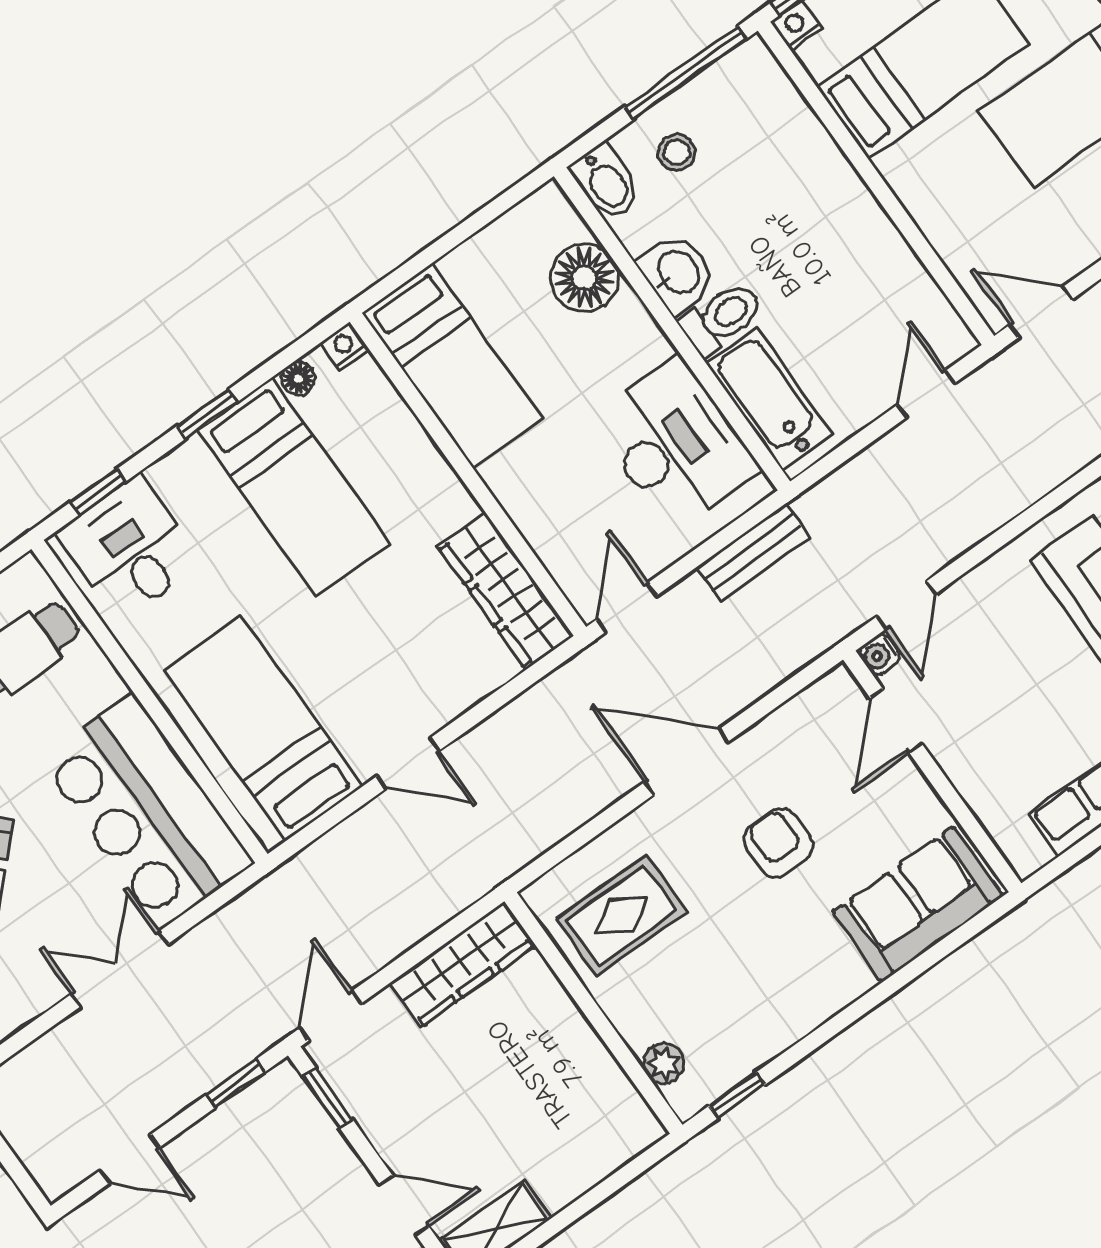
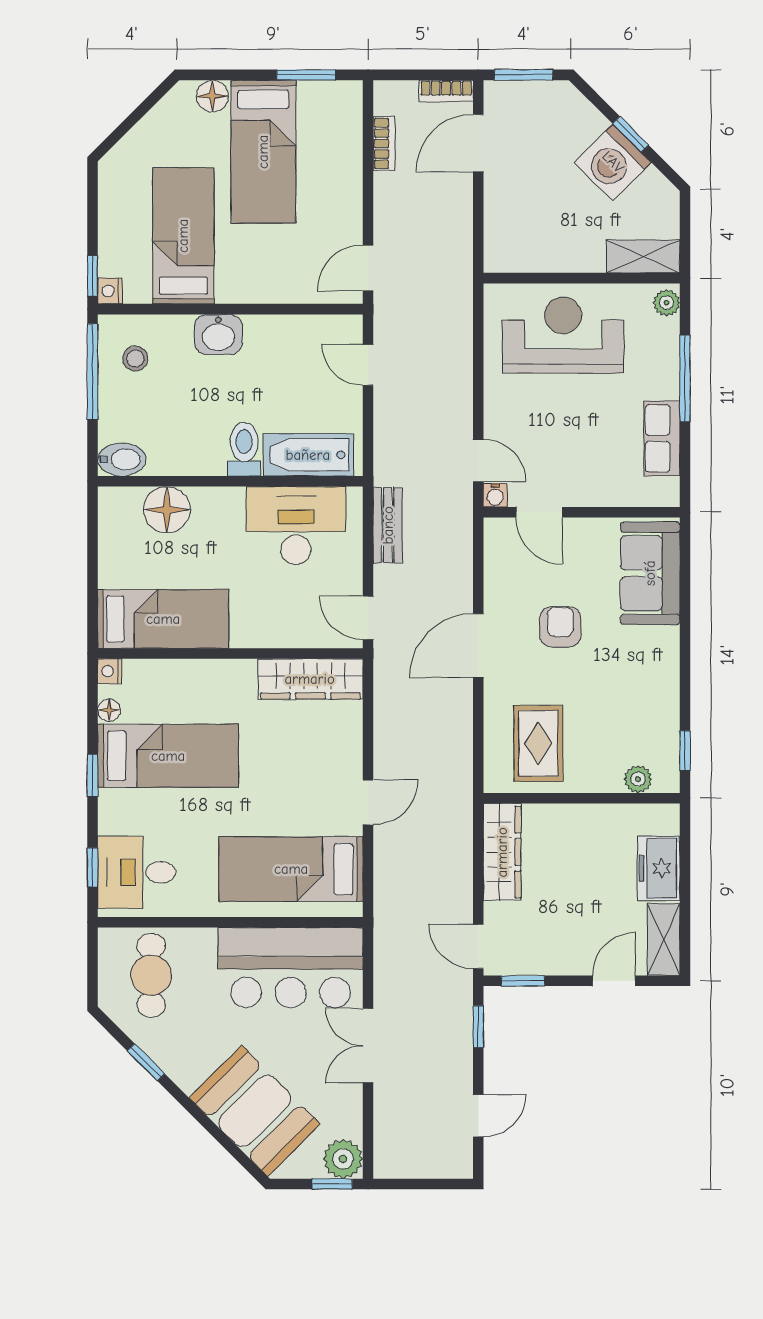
stool: (677, 152) -> (135, 359), moved
washbasin: (677, 273) -> (218, 334), moved, turned 180
armchair: (778, 843) -> (560, 627), turned 90
freezer: (576, 1164) -> (659, 868), added

